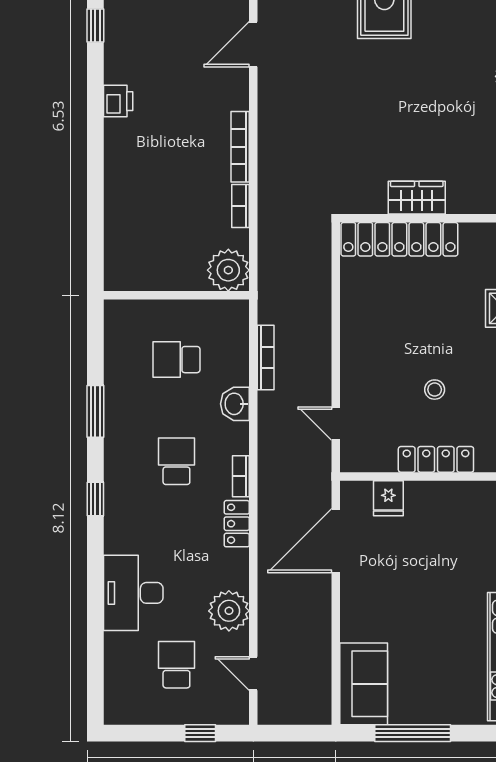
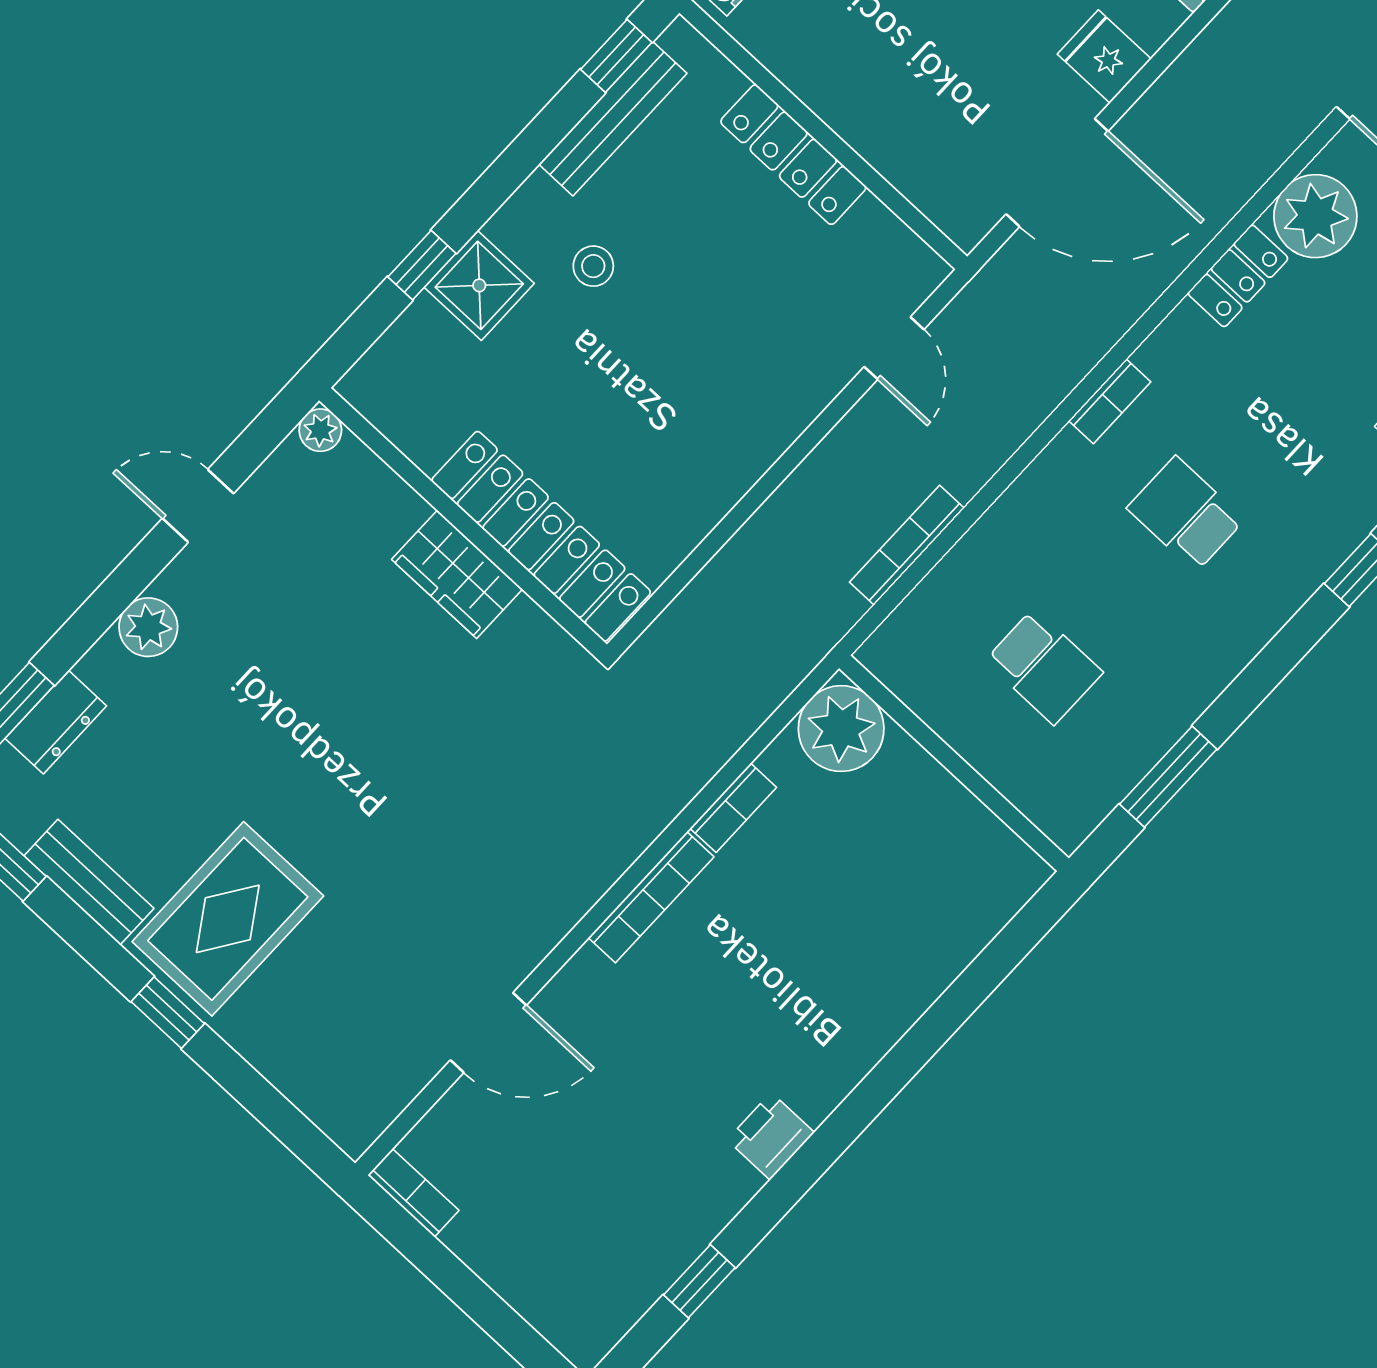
stool: (435, 390) -> (593, 266), moved
washbasin: (235, 404) -> (1018, 518), removed
window: (95, 411) -> (1168, 777), moved
school desk: (176, 461) -> (1186, 514), turned 90
fridge: (388, 498) -> (1104, 57), moved, turned -90
locker: (237, 524) -> (1238, 276), moved

